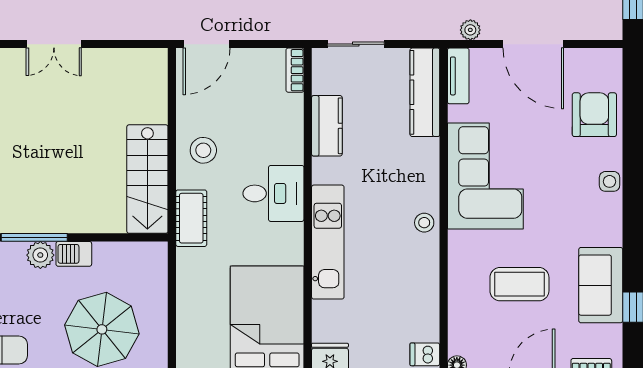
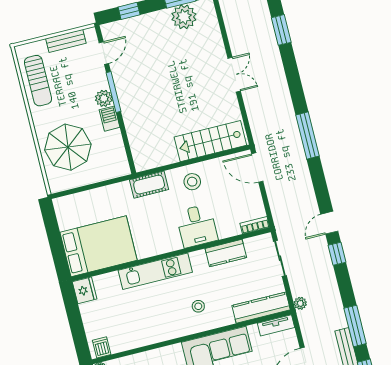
plant: (470, 30) -> (300, 303), moved
double door: (54, 44) -> (234, 75), swing flipped
stairs: (147, 179) -> (210, 141), moved
desk: (273, 193) -> (197, 226), moved
stool: (424, 223) -> (198, 306), moved

